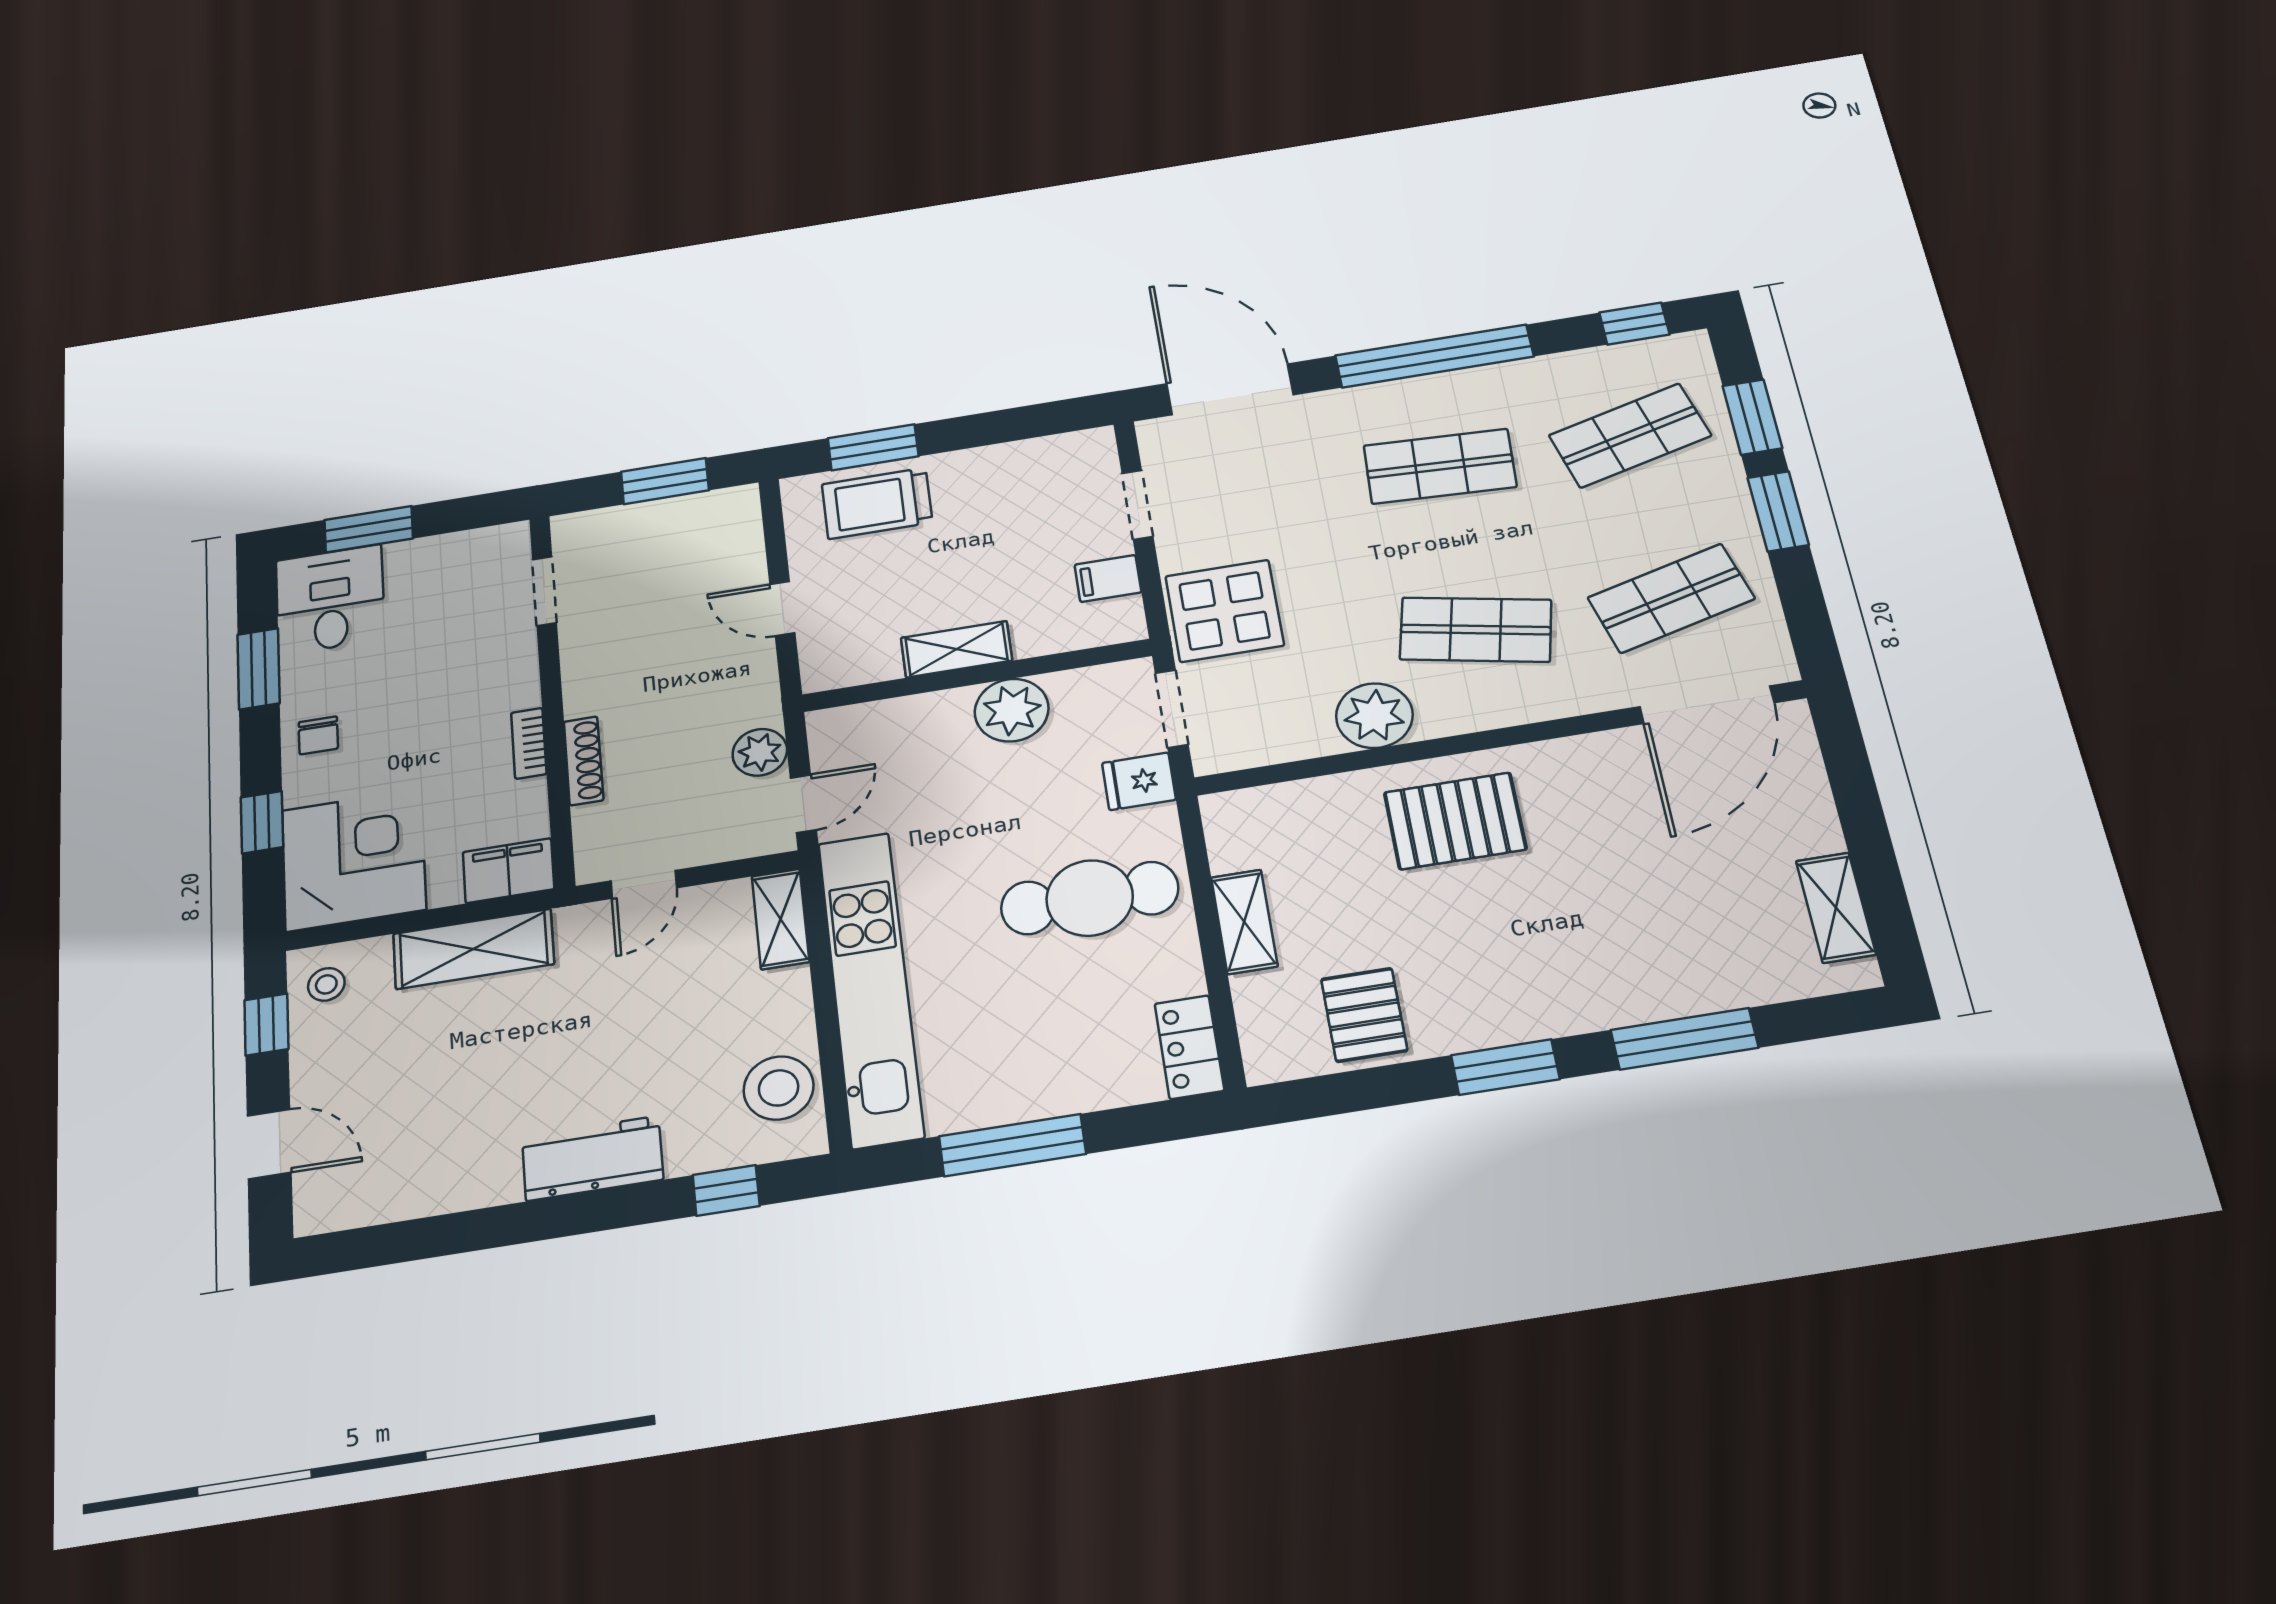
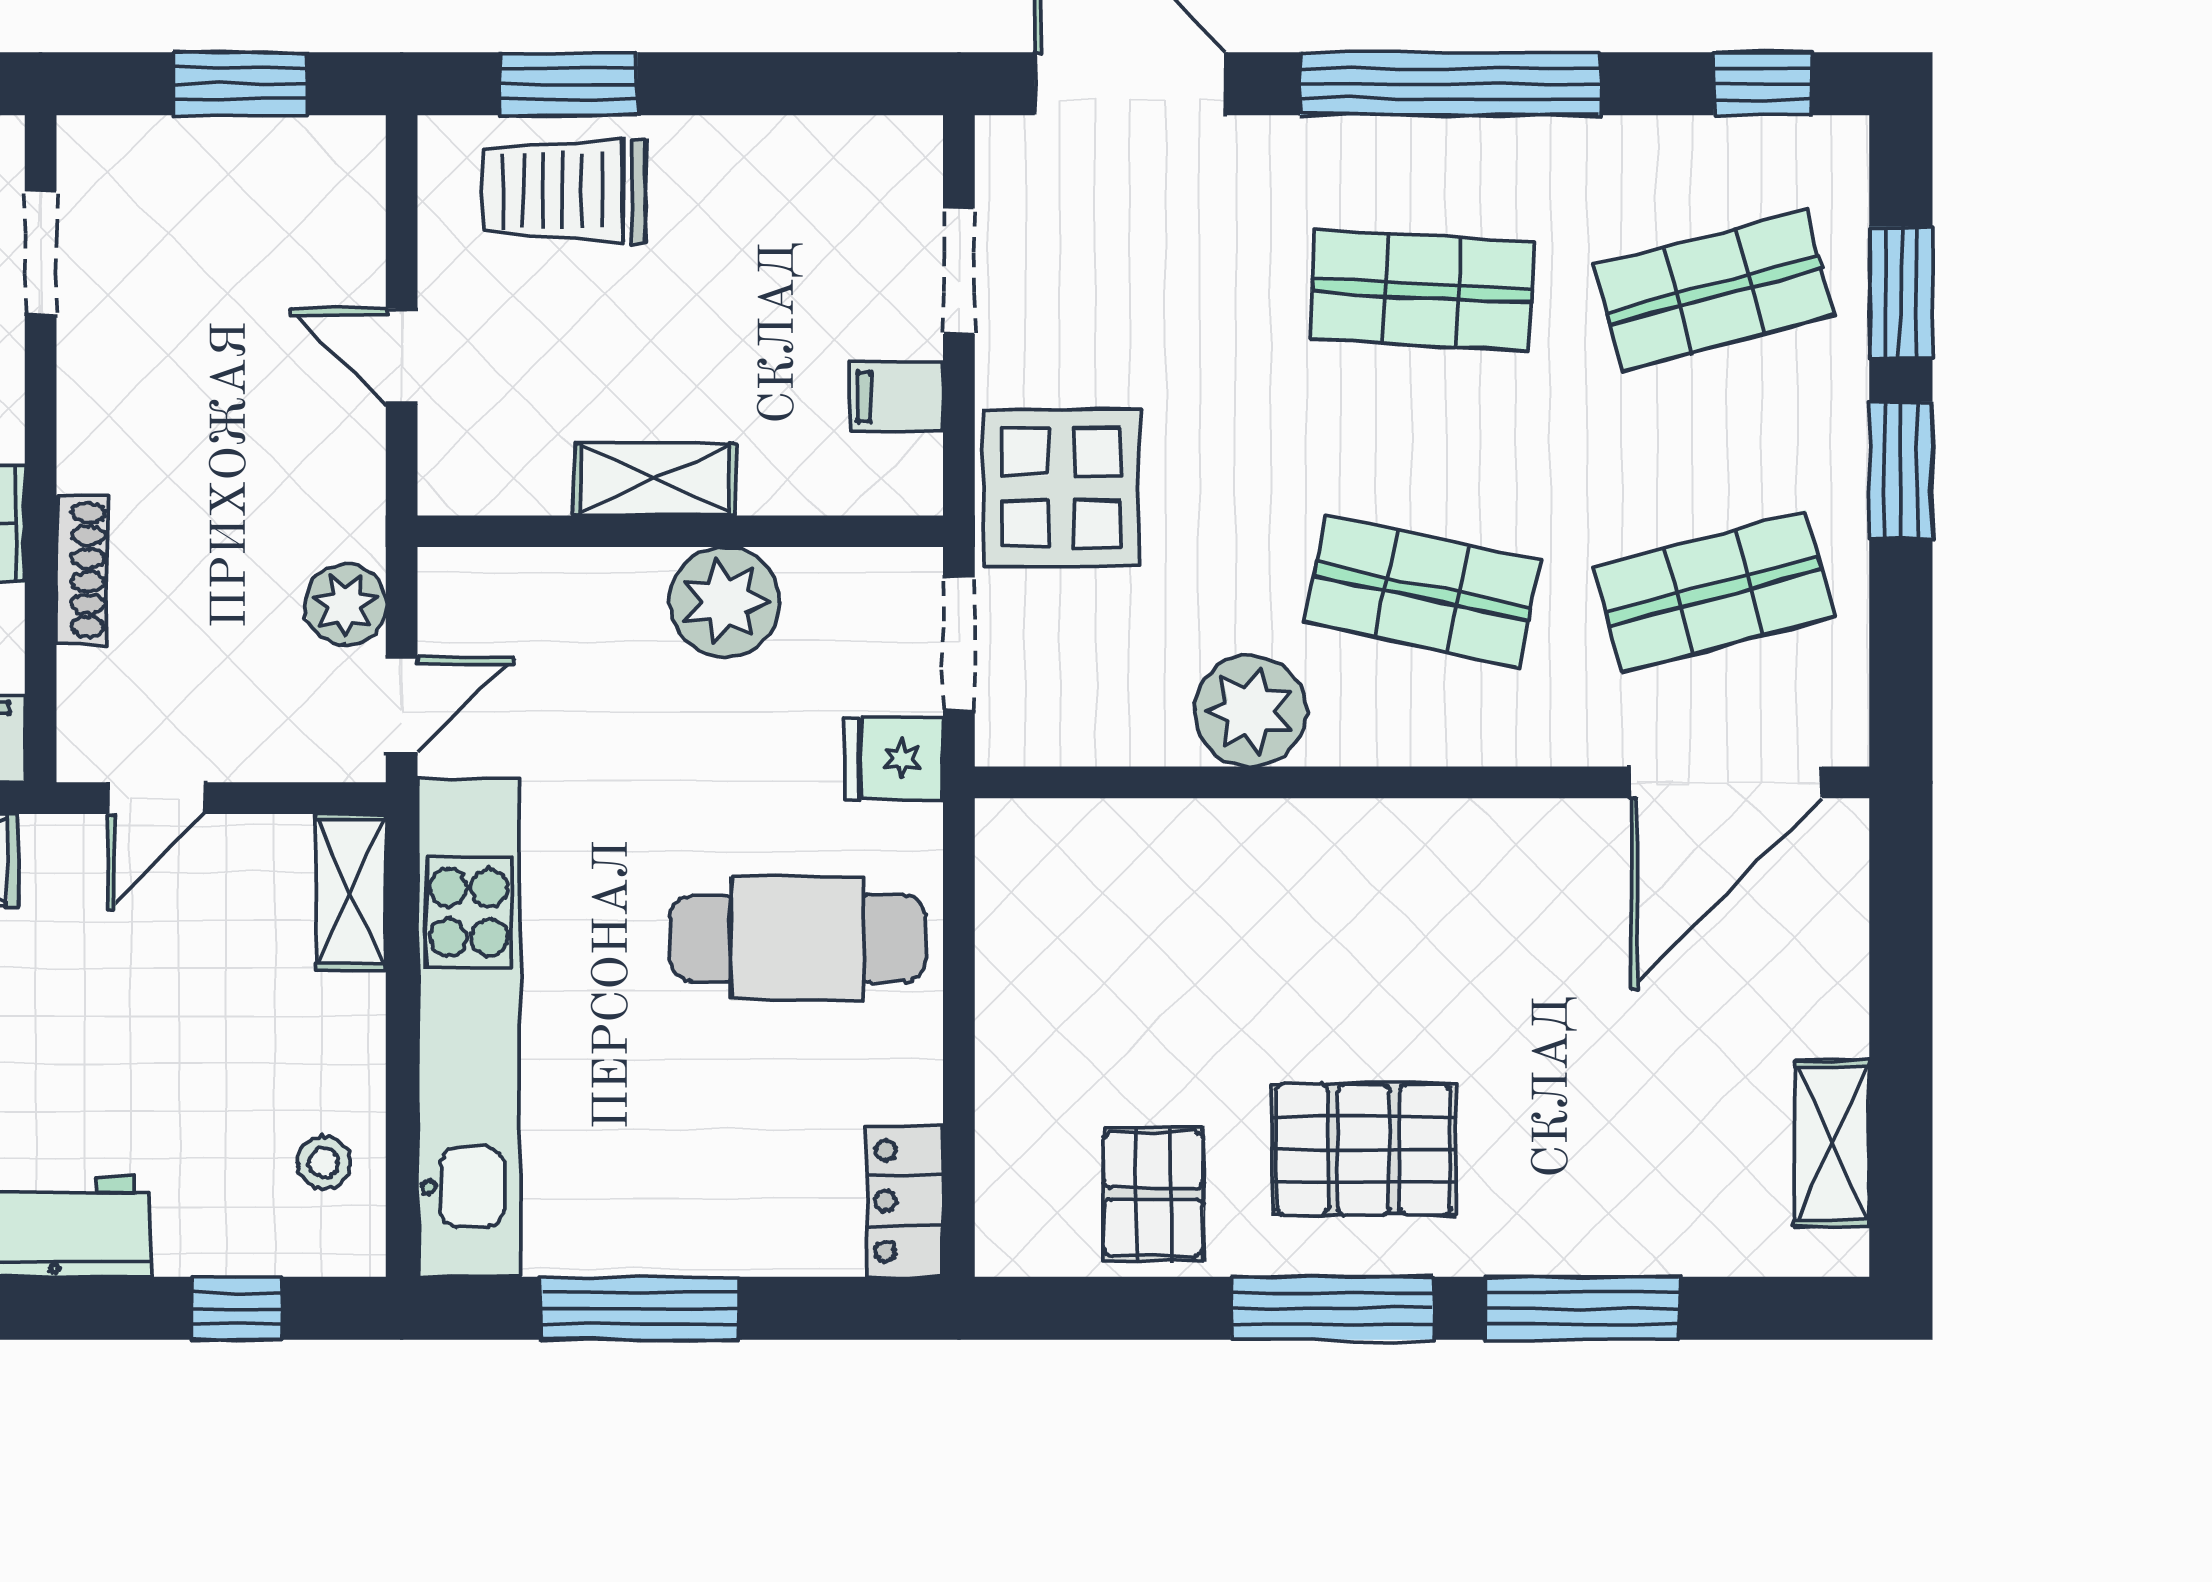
pallet: (1455, 821) -> (1364, 1150), moved
shelving: (1244, 922) -> (1011, 1017), removed
window: (1505, 1067) -> (1332, 1308), width x1.44
stool: (779, 1088) -> (324, 1163), width x0.53, depth x0.53

